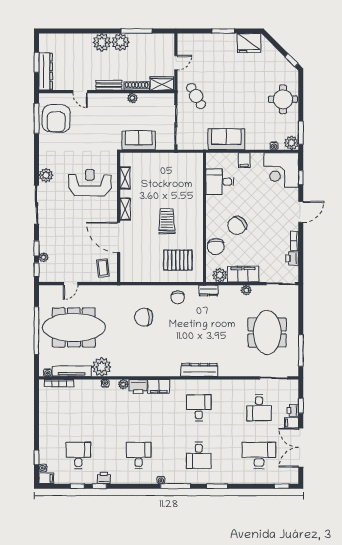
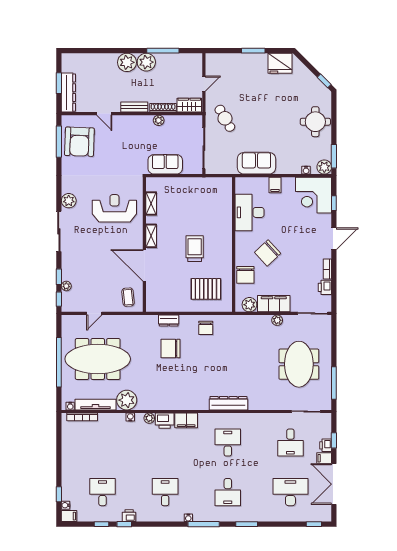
desk: (220, 182) -> (250, 212), width x1.37
dresser: (208, 290) -> (169, 321), moved

